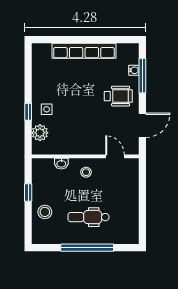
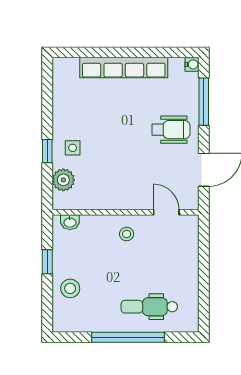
water cooler: (134, 70) -> (192, 64), moved
washbasin: (61, 164) -> (70, 222), moved
dental chair: (89, 217) -> (149, 307), moved

